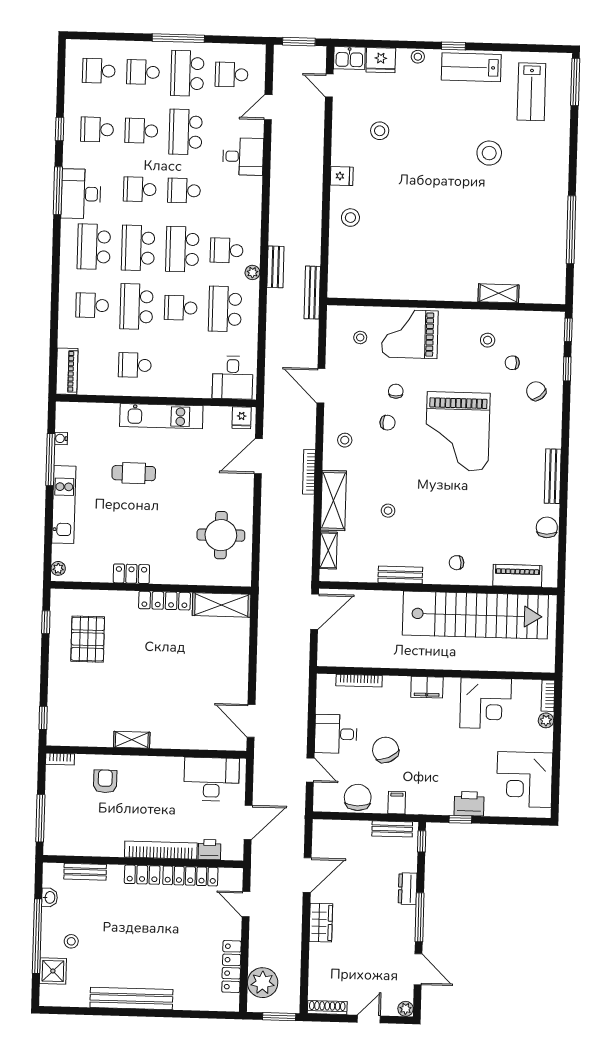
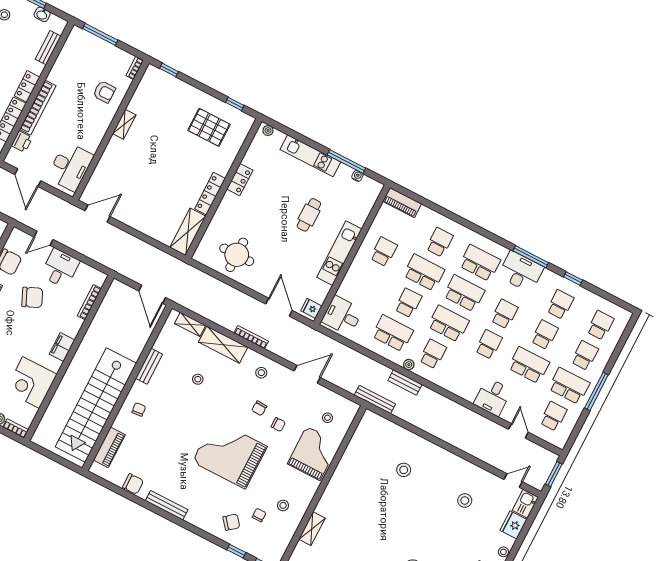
fridge: (342, 176) -> (446, 459), removed
stool: (350, 218) -> (404, 470), moved

